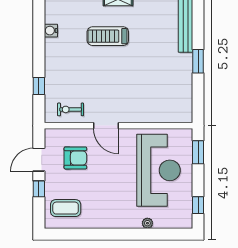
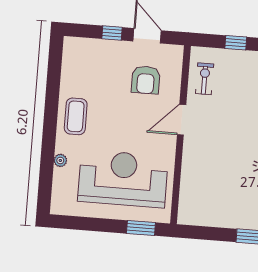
reception desk: (158, 170) -> (123, 179), turned 180
window: (198, 205) -> (77, 223), removed
coffee table: (66, 208) -> (76, 116), moved

